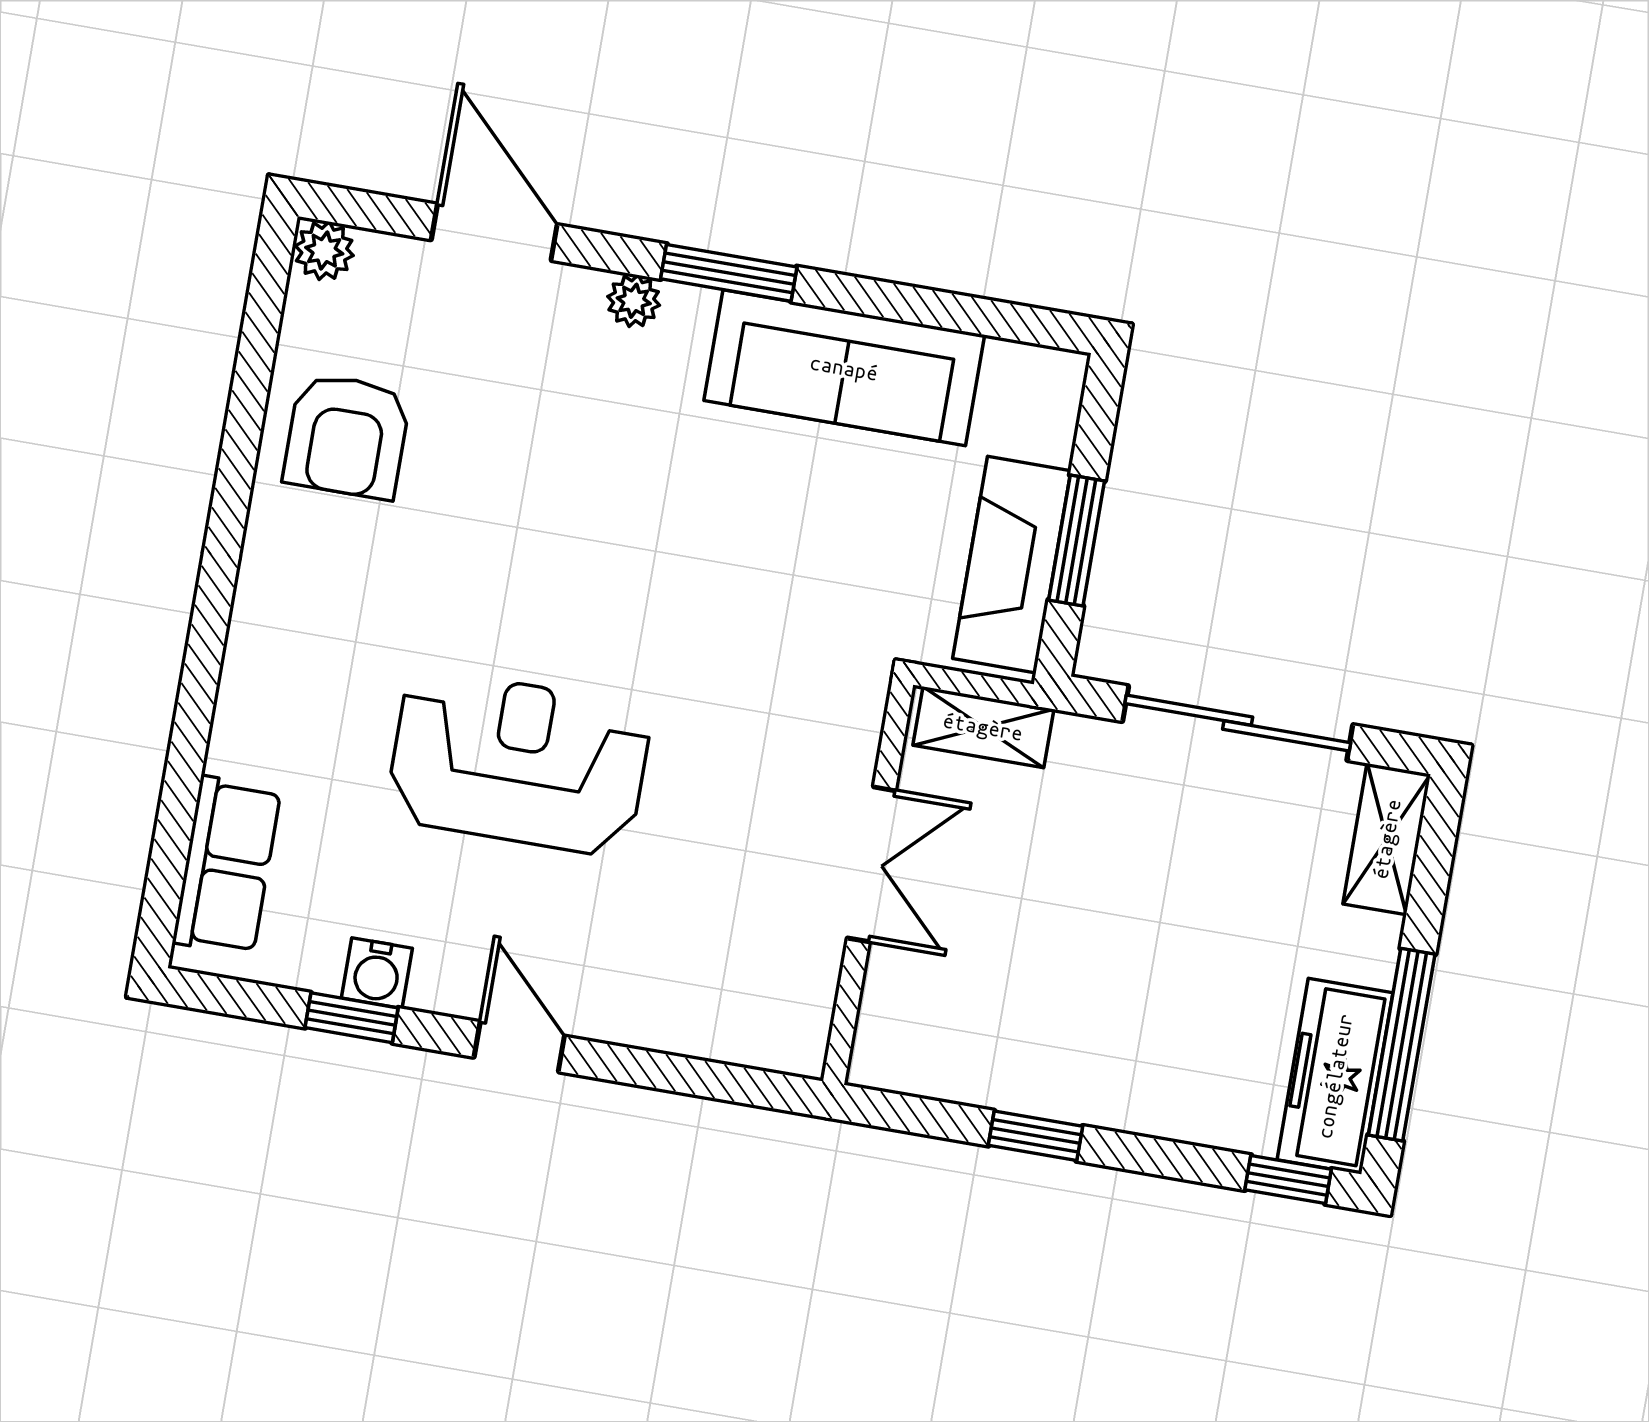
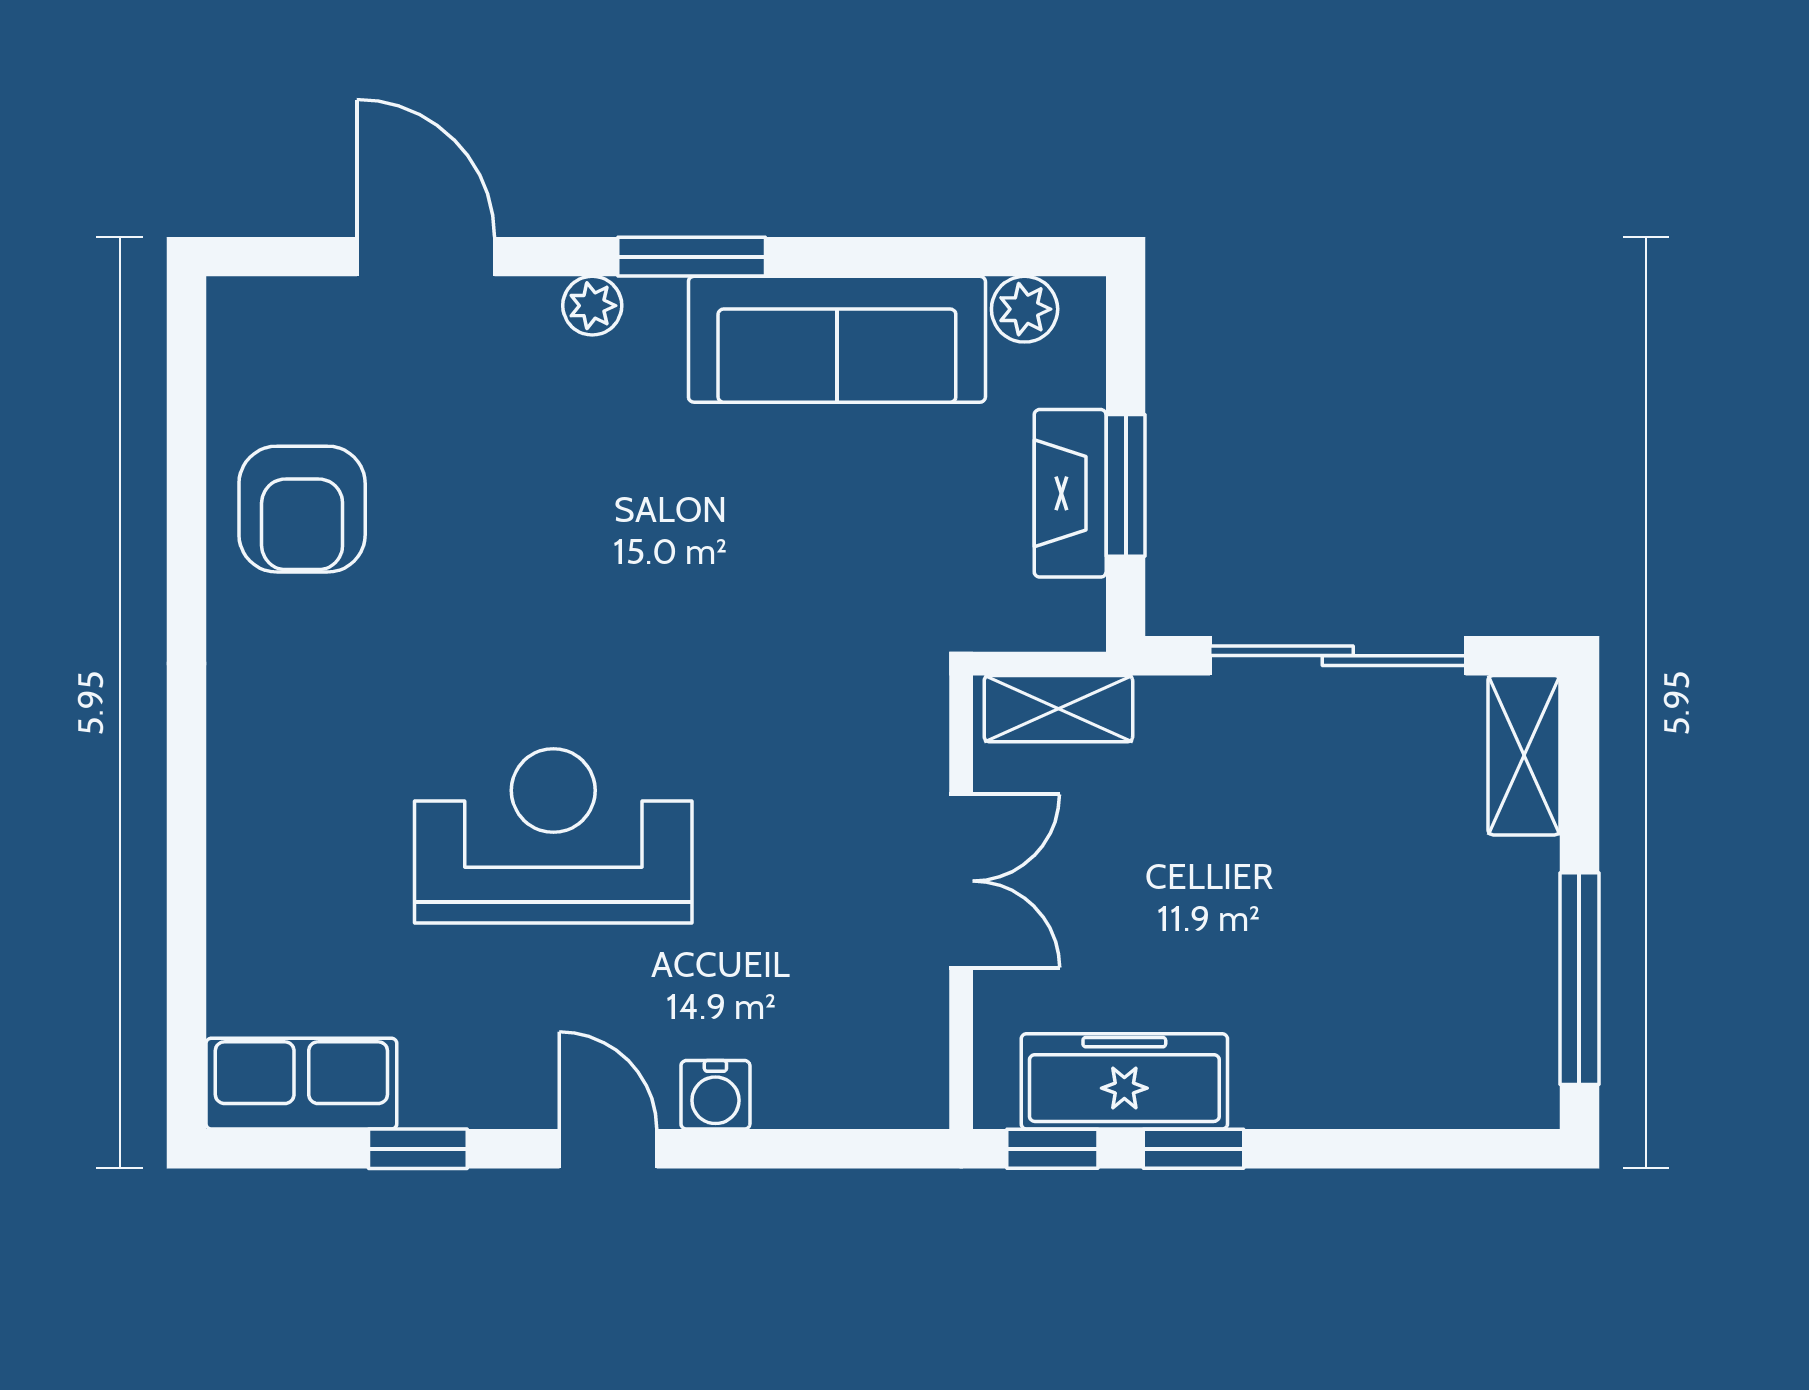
plant: (324, 251) -> (1025, 309), moved
fireplace: (1012, 565) -> (1070, 493), width x0.73, depth x0.76
row of seats: (227, 866) -> (301, 1084), moved, turned -90
water cooler: (377, 973) -> (715, 1095), moved
freezer: (1335, 1076) -> (1124, 1081), moved, turned 90
window: (1288, 1179) -> (1052, 1149), moved

